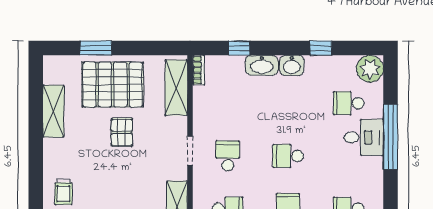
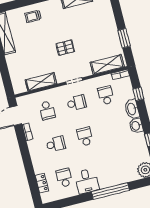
window: (96, 48) -> (124, 38), moved
pallet: (113, 85) -> (100, 29), removed
school desk: (349, 103) -> (106, 95), moved
pallet: (122, 132) -> (65, 48), moved
desk: (364, 137) -> (87, 181), moved

